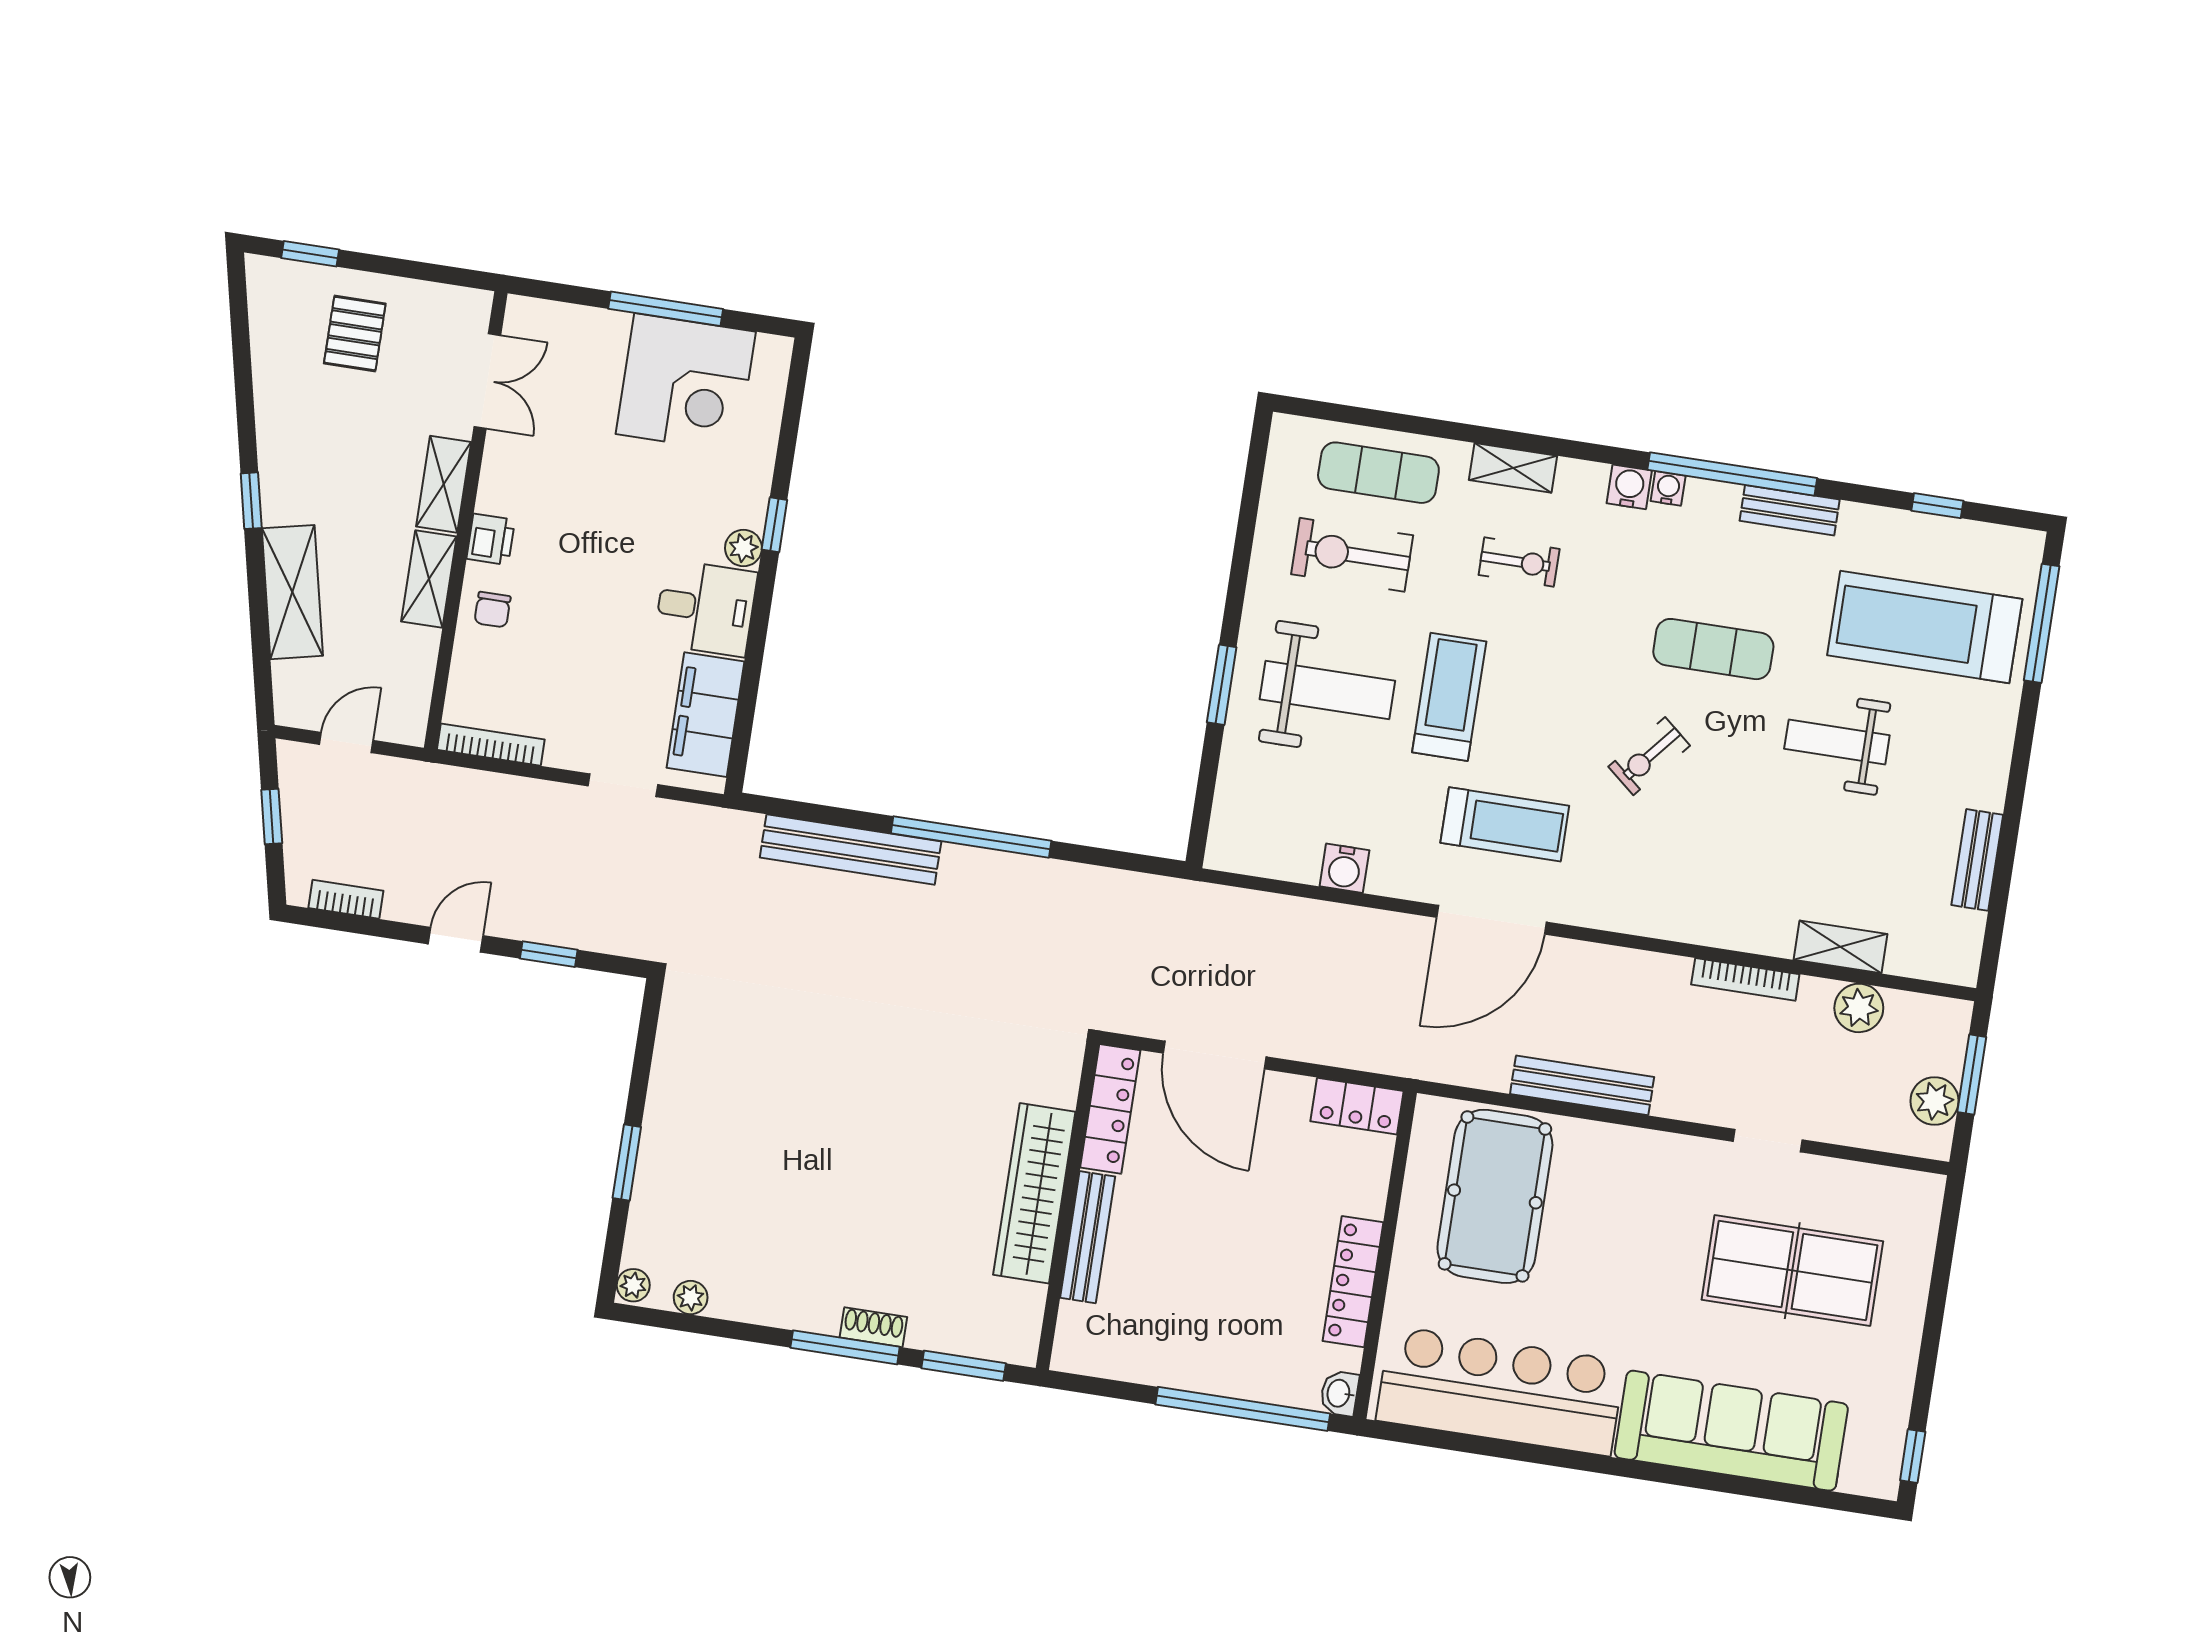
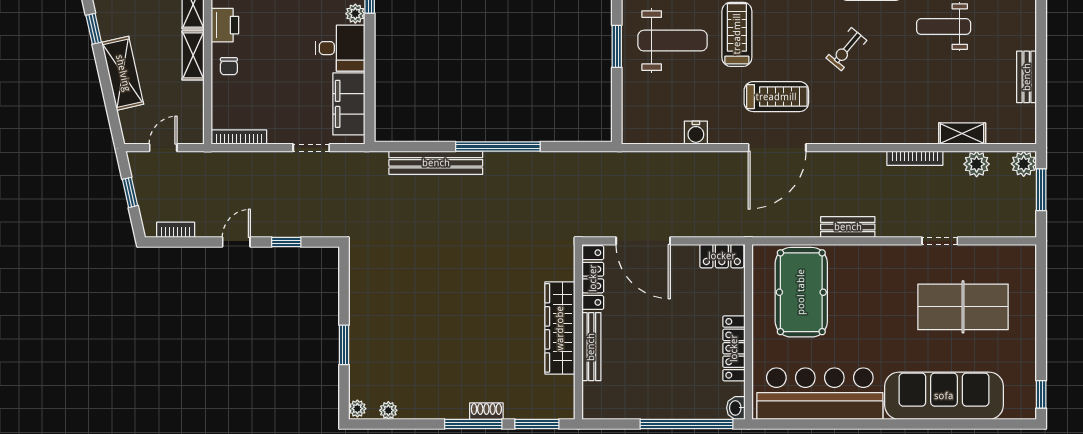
printer: (491, 539) -> (225, 25), width x1.36, depth x1.24
bench: (1582, 1085) -> (848, 227), width x0.73
plant: (1934, 1101) -> (1024, 164), moved

